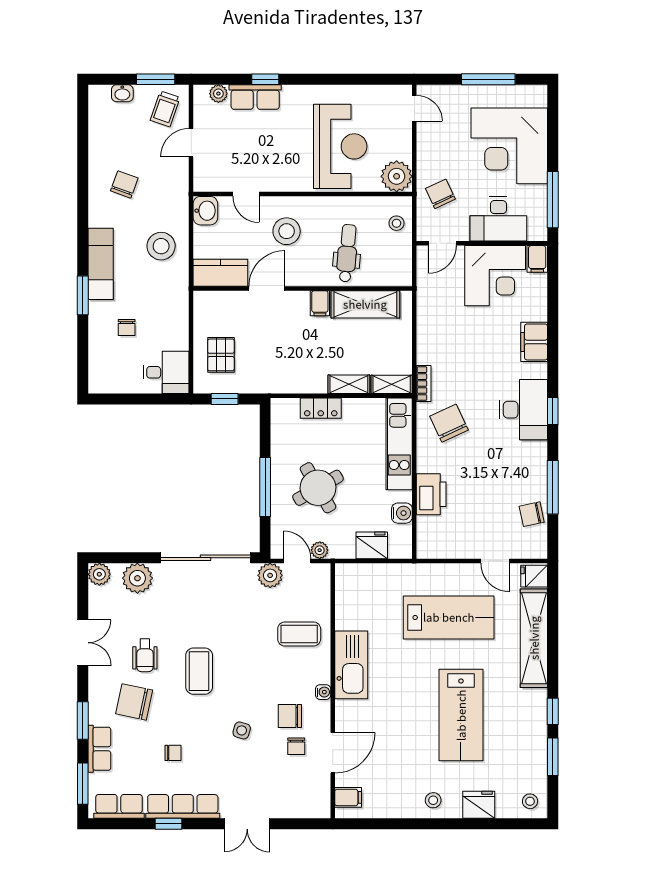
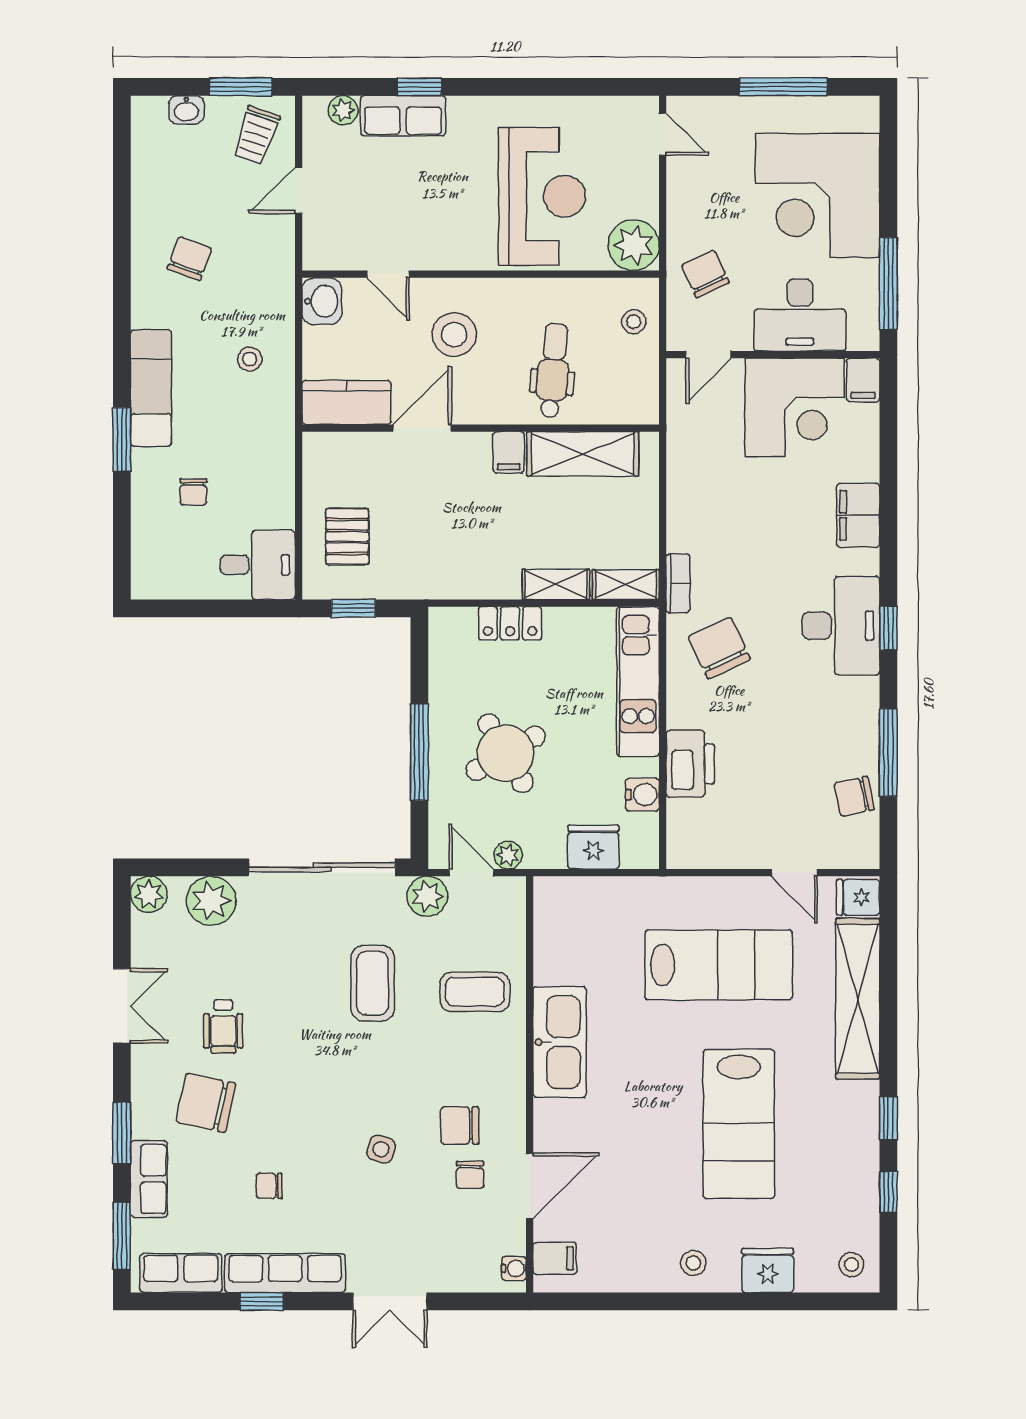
stool: (161, 246) -> (250, 359), width x0.53, depth x0.53
coffee table: (199, 671) -> (373, 983), moved
water cooler: (323, 692) -> (514, 1268), moved
chair: (173, 753) -> (269, 1186), turned 180
window: (553, 757) -> (888, 1192), width x0.67

